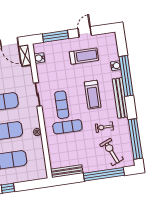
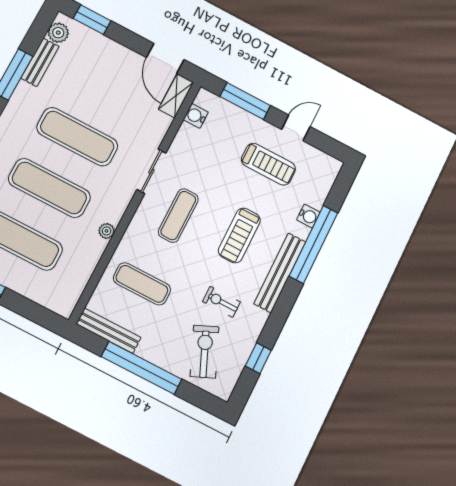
exercise mat: (67, 127) -> (142, 284), moved
window: (135, 139) -> (258, 358), width x0.32
window: (104, 174) -> (142, 368), moved

